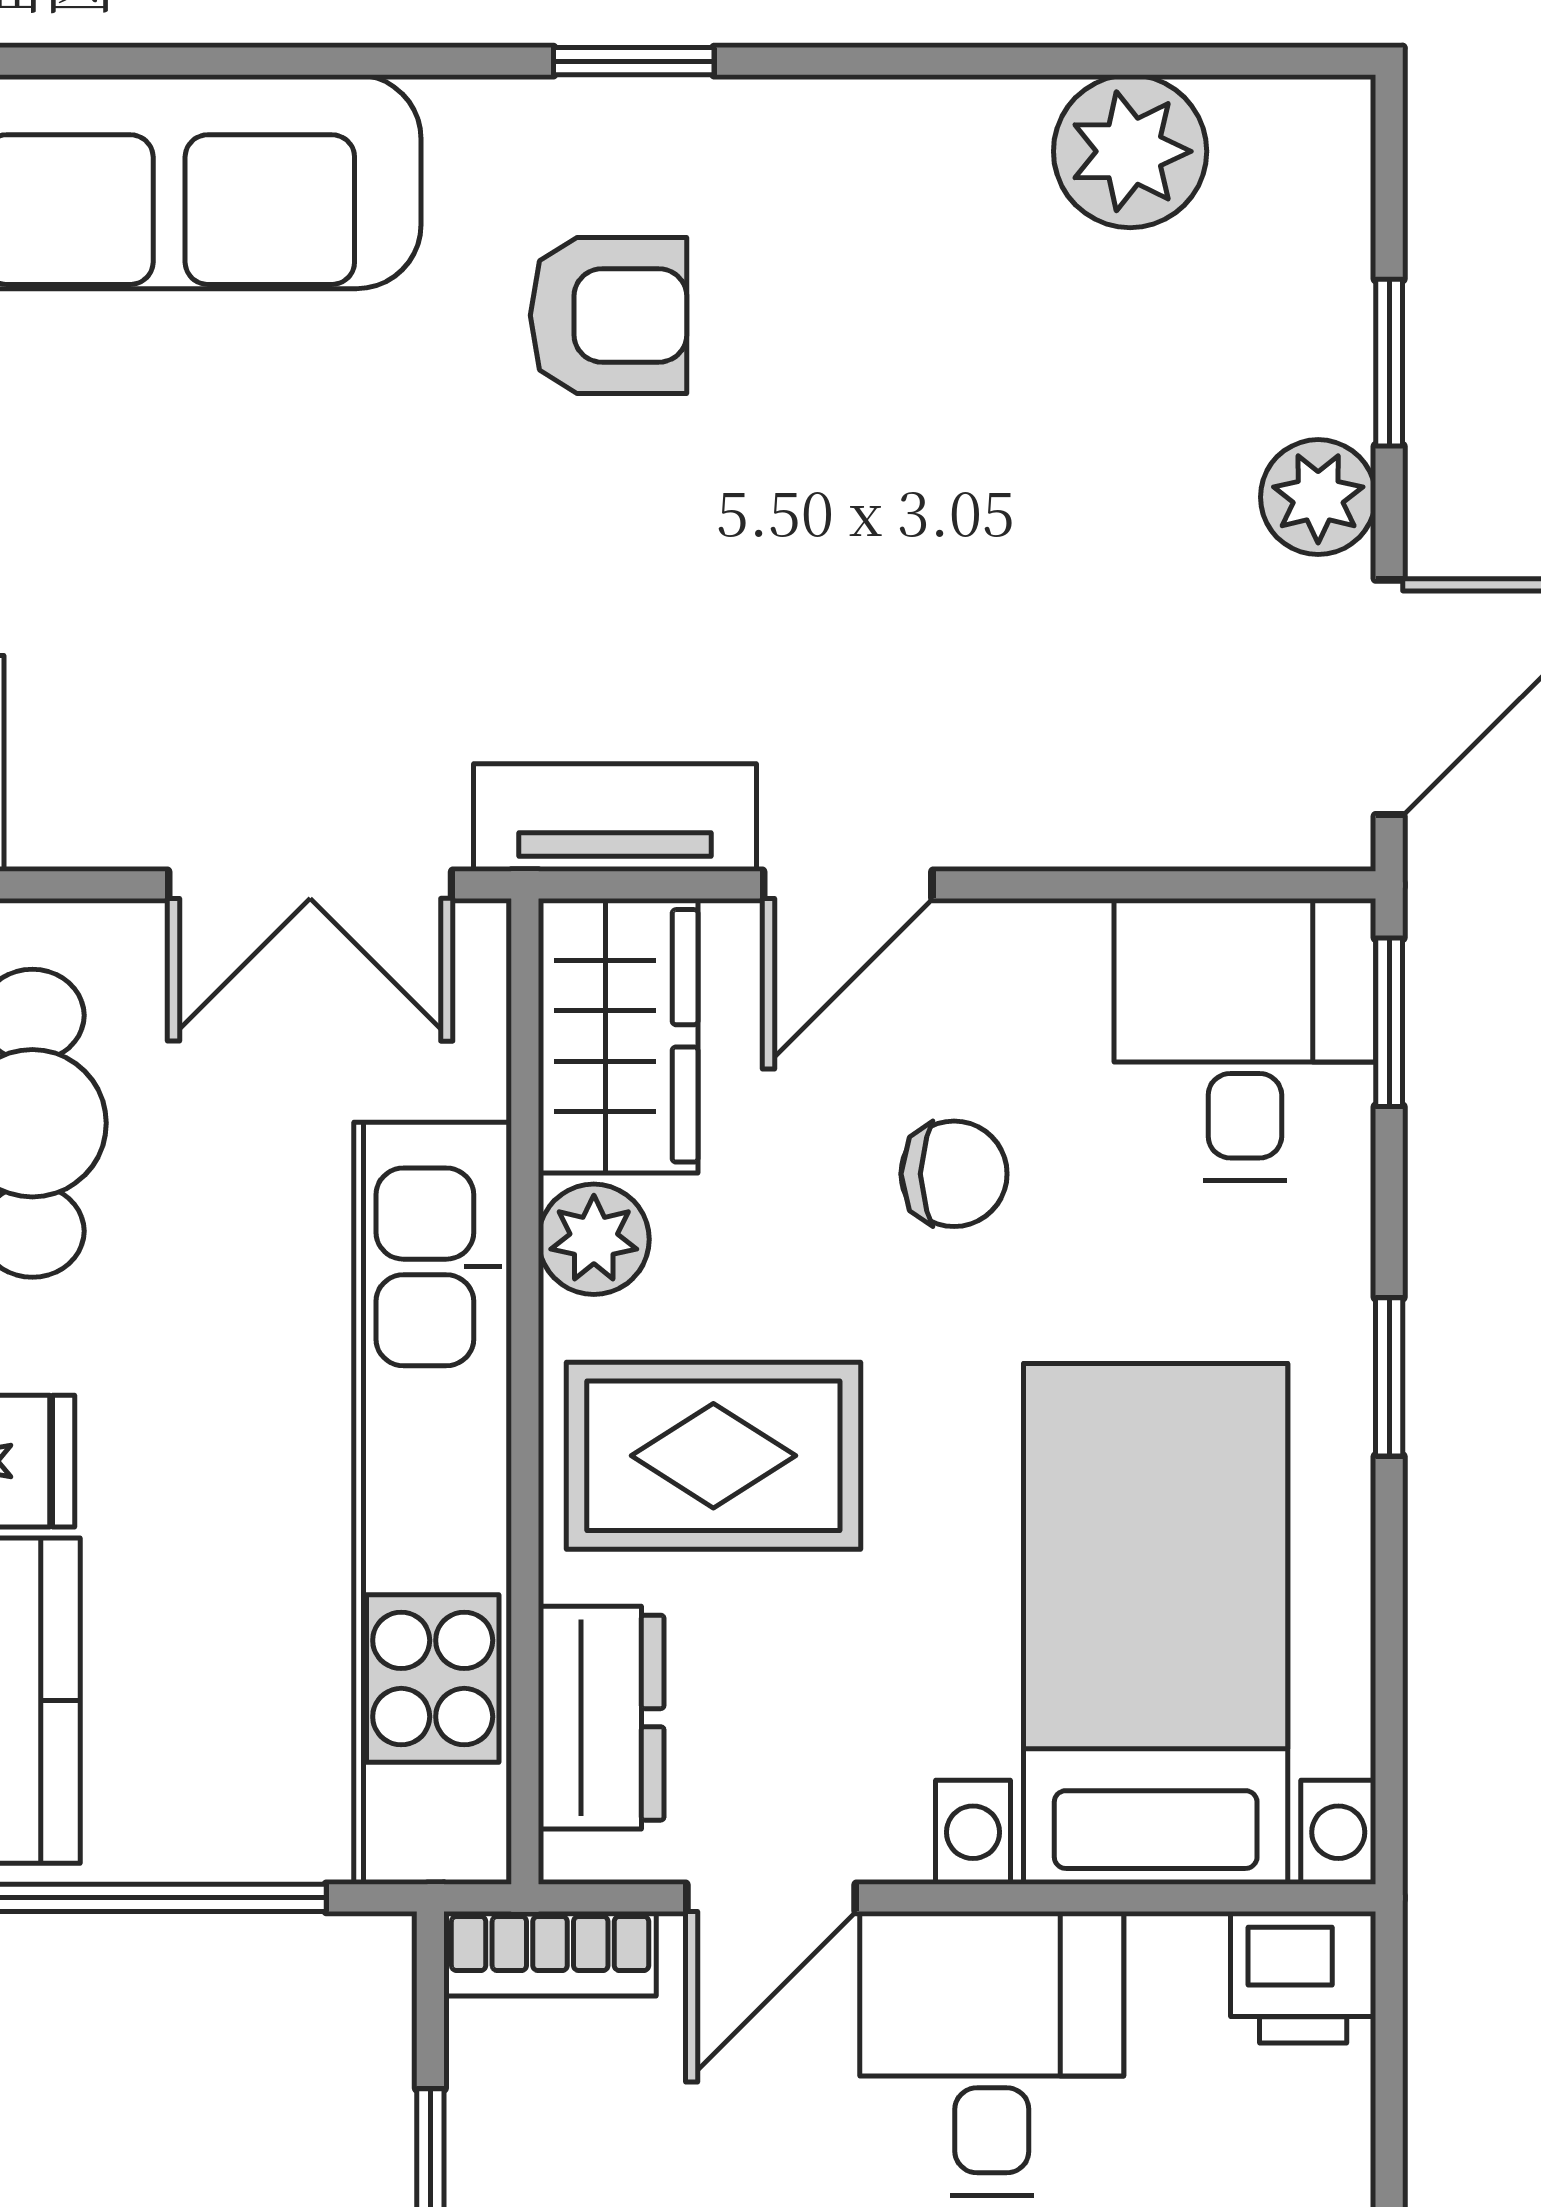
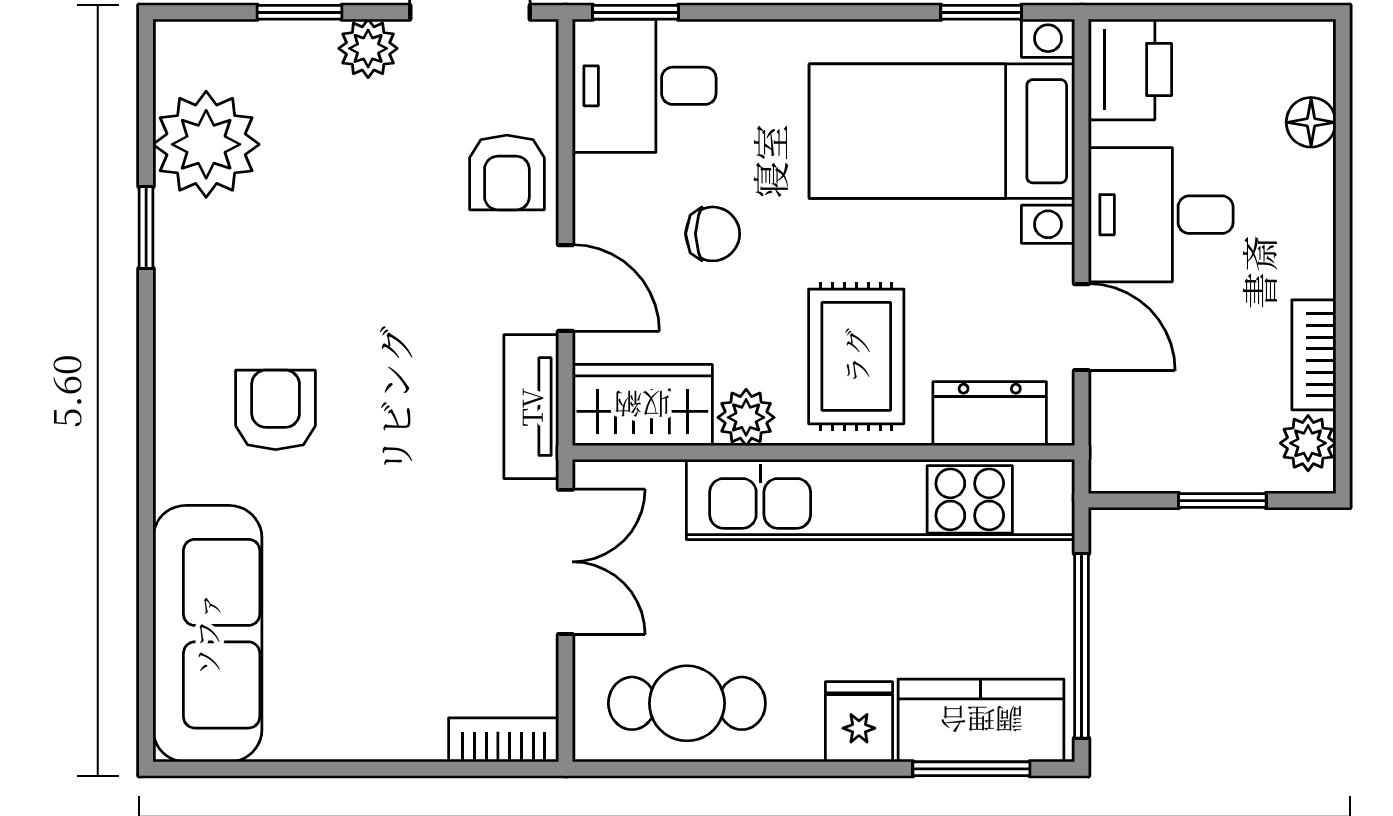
window: (634, 61) -> (146, 227), moved
plant: (1130, 151) -> (206, 144), width x1.36, depth x1.36
armchair: (1075, 770) -> (507, 173), added
chair: (954, 1174) -> (713, 234), turned 90
window: (1389, 1377) -> (981, 12), moved
bookcase: (550, 1954) -> (1110, 440), removed
printer: (1303, 1977) -> (1130, 70), width x1.36, depth x1.24

